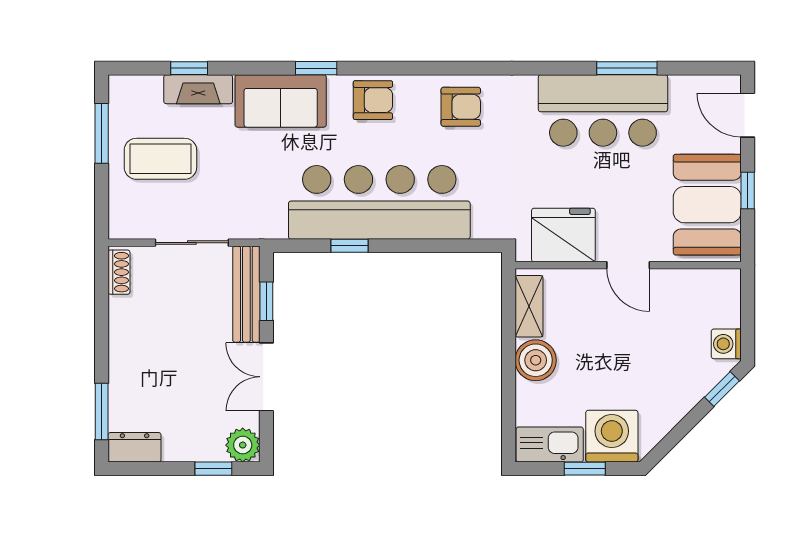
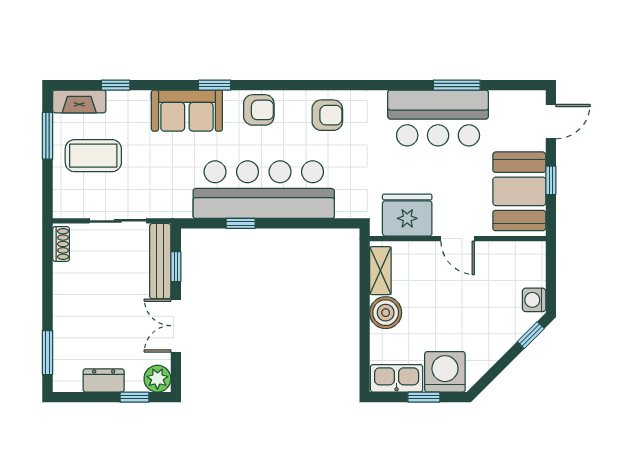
fireplace: (198, 89) -> (79, 101), moved
door: (748, 115) -> (551, 122), swing flipped
dresser: (135, 447) -> (104, 380), moved

